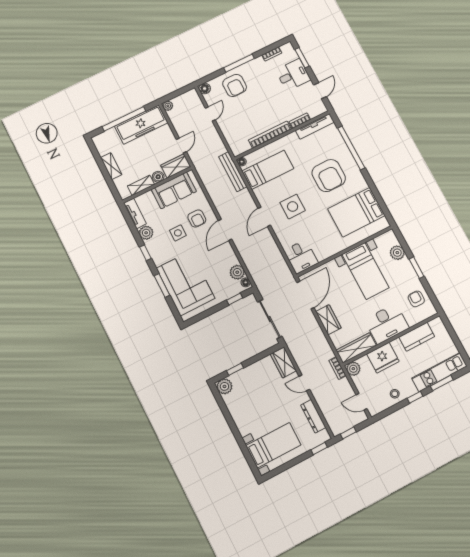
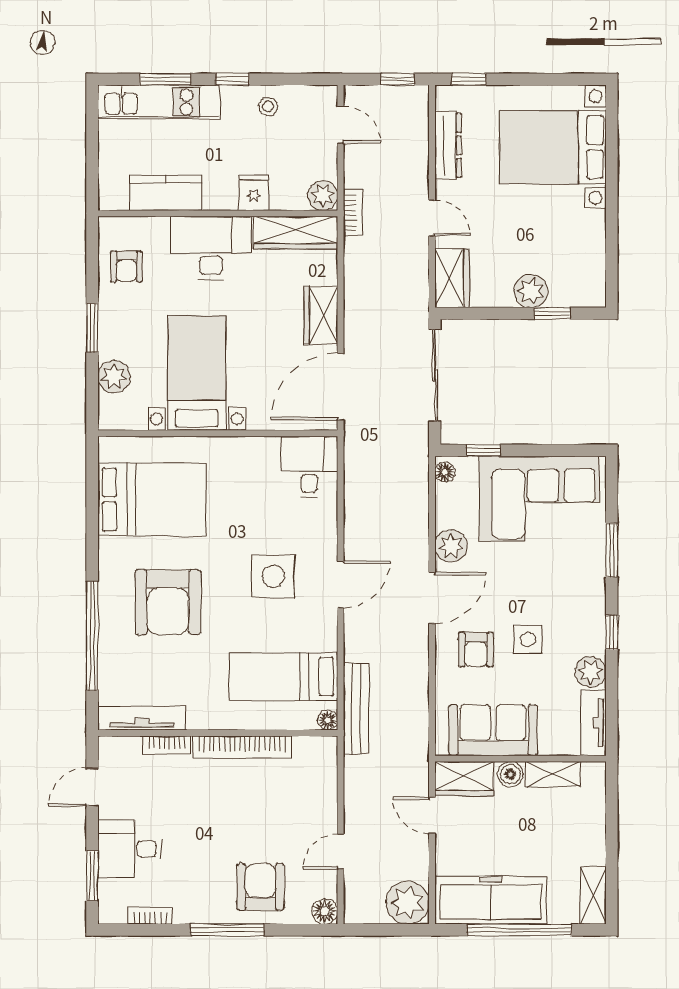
plant: (168, 106) -> (408, 903), width x1.88, depth x1.88
door: (181, 146) -> (432, 815), hinge flipped
shelving: (111, 166) -> (593, 895), moved
armchair: (329, 176) -> (168, 602), turned 180
armchair: (197, 218) -> (476, 650), turned 180
plant: (237, 272) -> (451, 546), moved
corner sofa: (185, 283) -> (539, 499), moved, turned -90
fridge: (383, 358) -> (254, 193), width x0.53, depth x0.75
plant: (224, 386) -> (531, 291), moved
bed with nightstands: (273, 445) -> (553, 147), width x1.36

